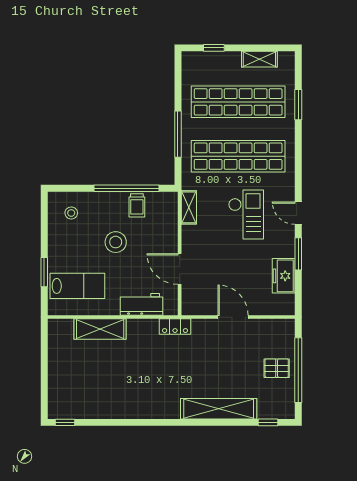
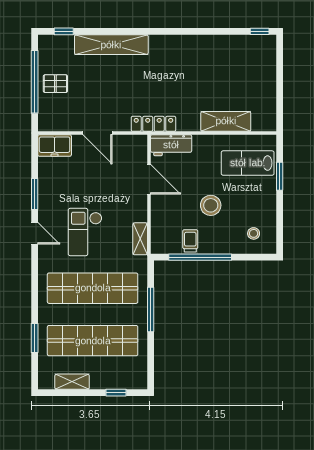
freezer: (284, 276) -> (55, 146), moved, turned 90
workbench: (141, 304) -> (171, 145), moved
locker: (175, 327) -> (153, 124), width x1.53

